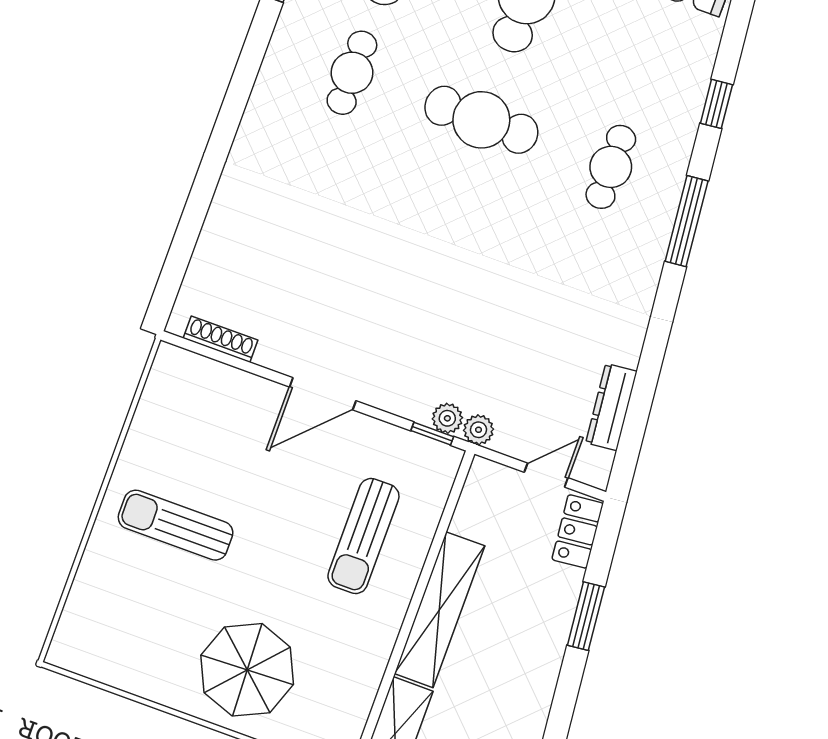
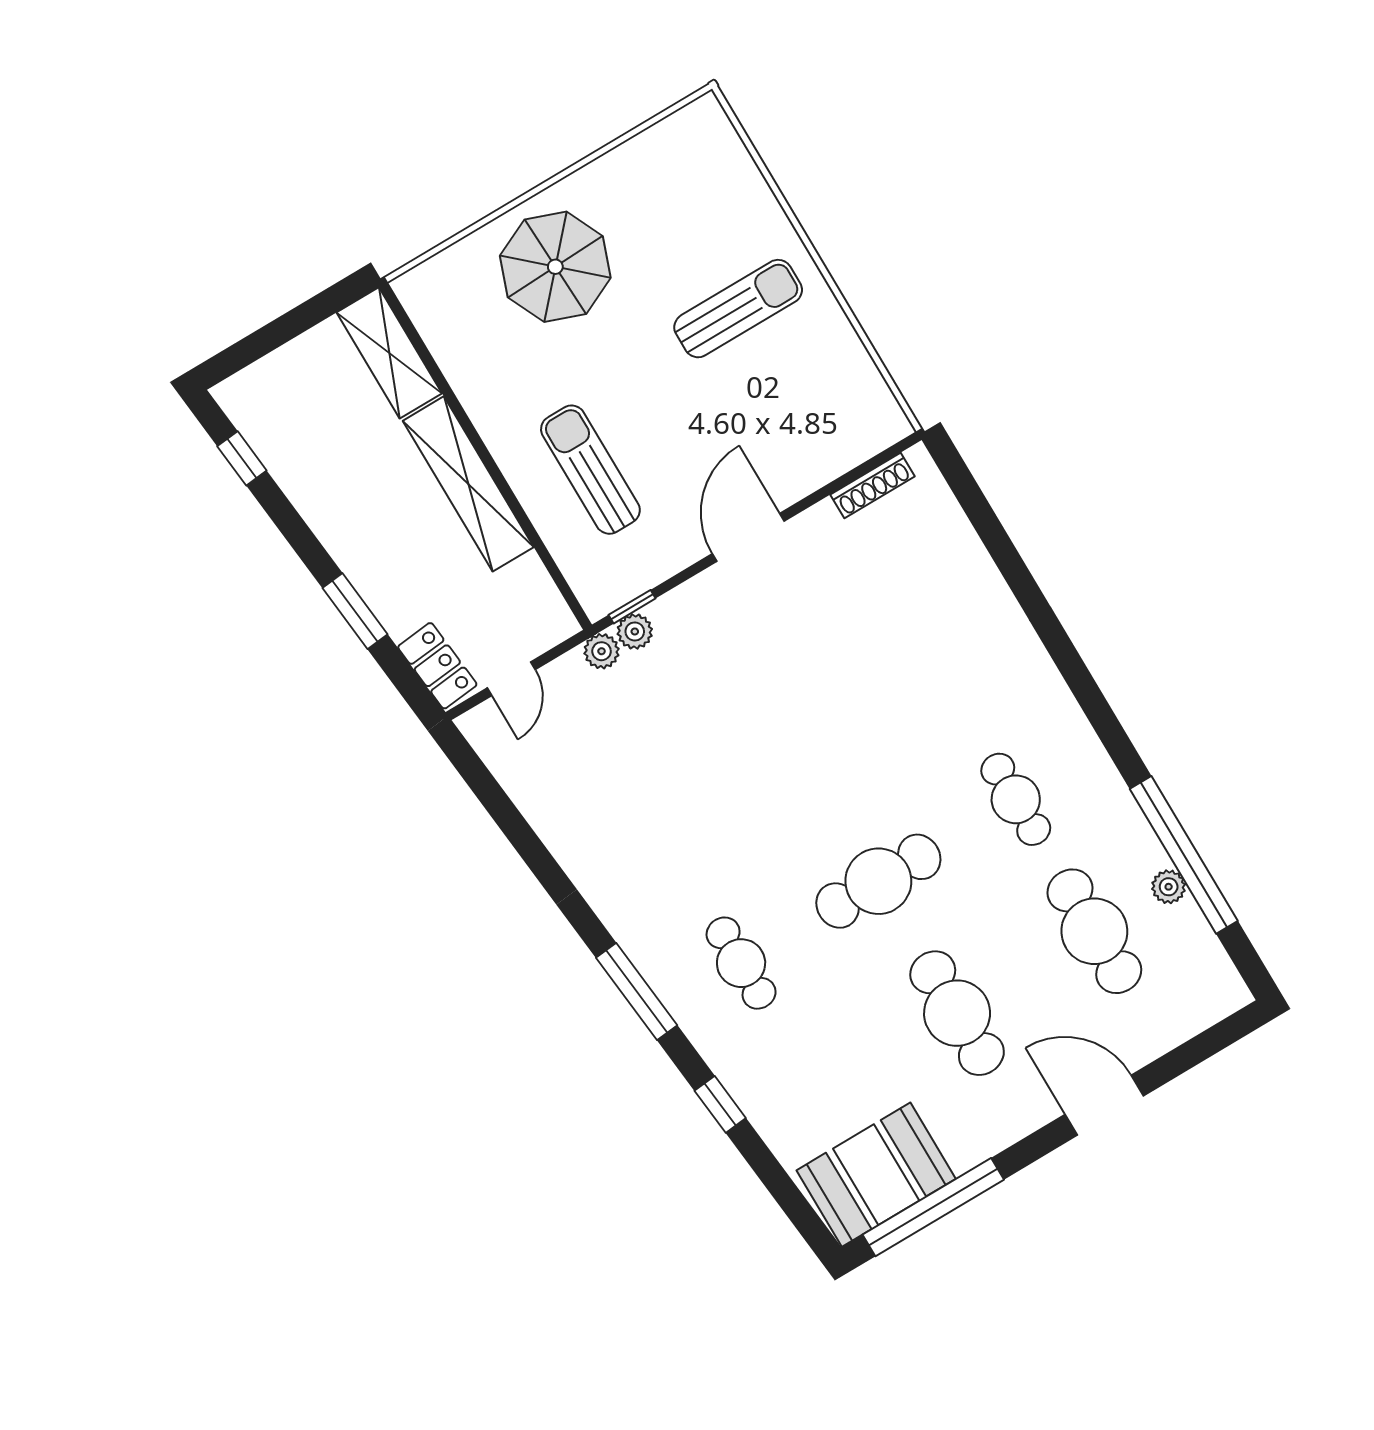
dresser: (611, 407) -> (525, 787), removed

